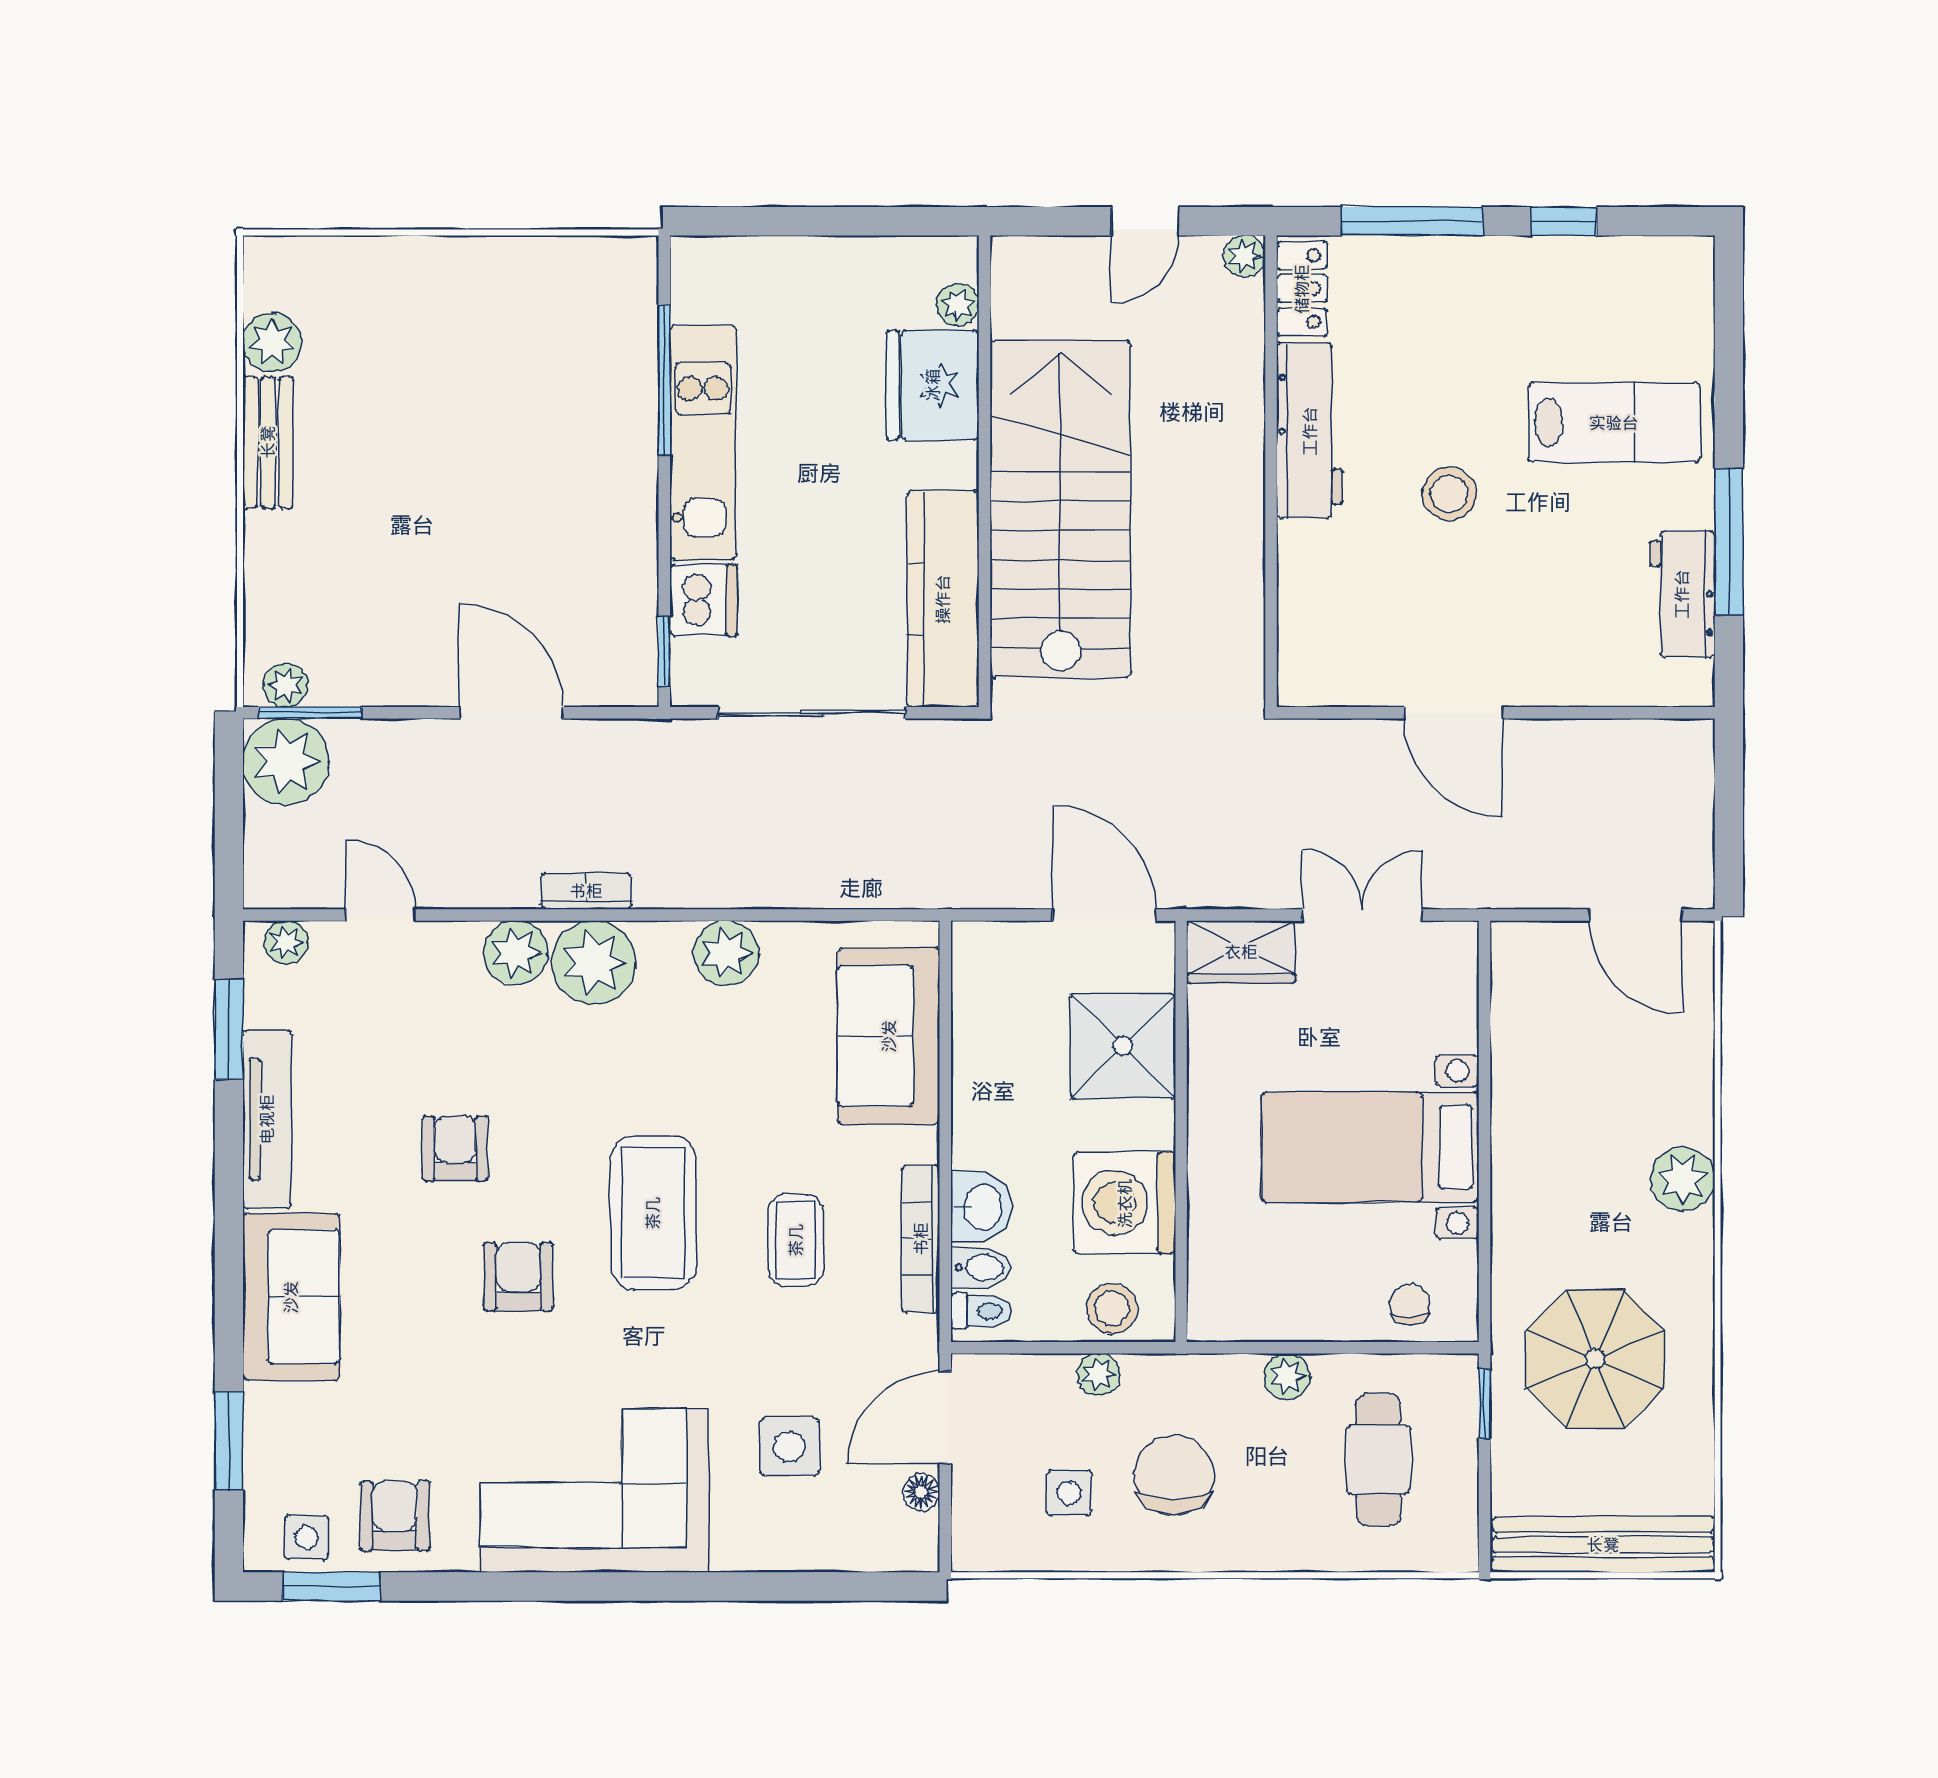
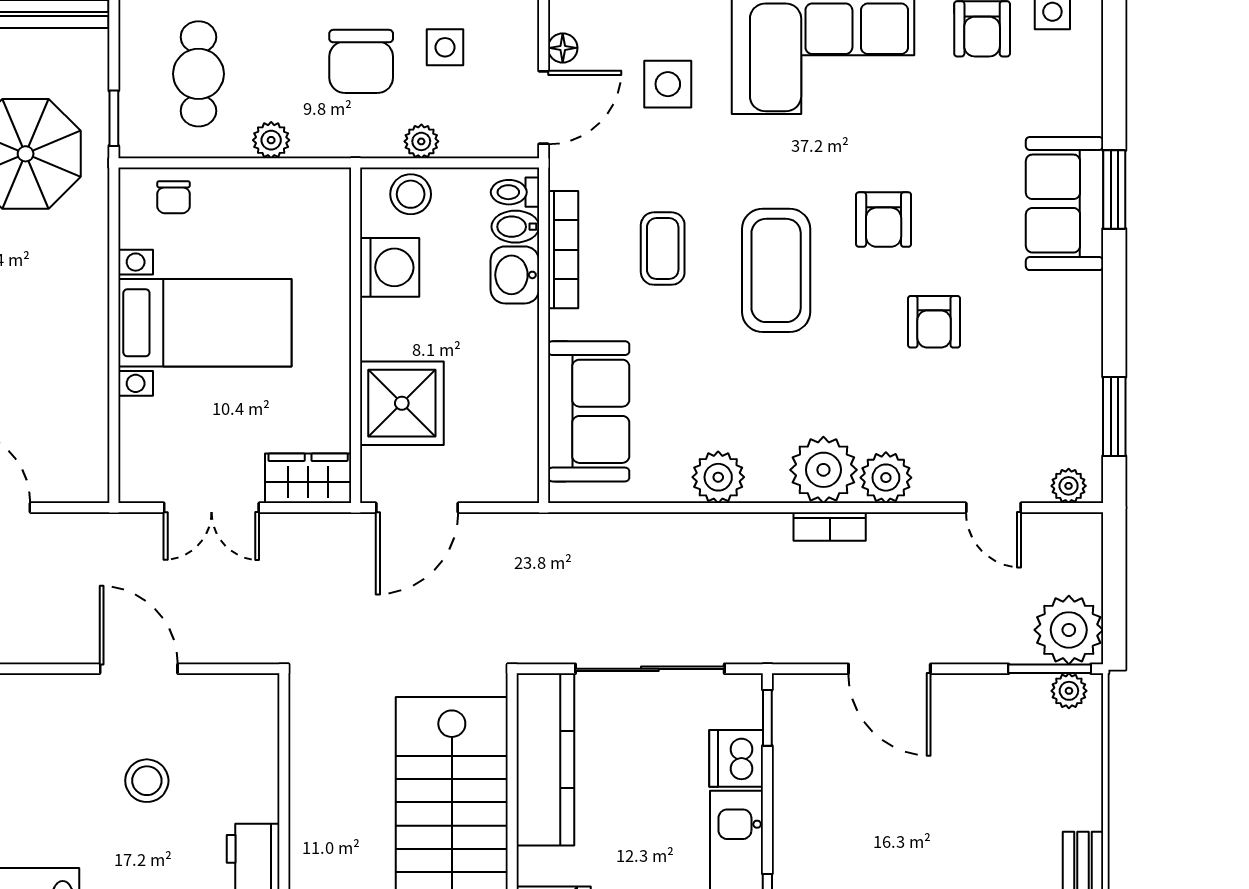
stool: (1449, 494) -> (147, 781), moved
door: (1104, 915) -> (417, 508), hinge flipped
tv unit: (267, 1119) -> (1084, 345), removed
washing machine: (1125, 1203) -> (390, 267), width x0.73, depth x0.73
window: (229, 1441) -> (1114, 189), moved

